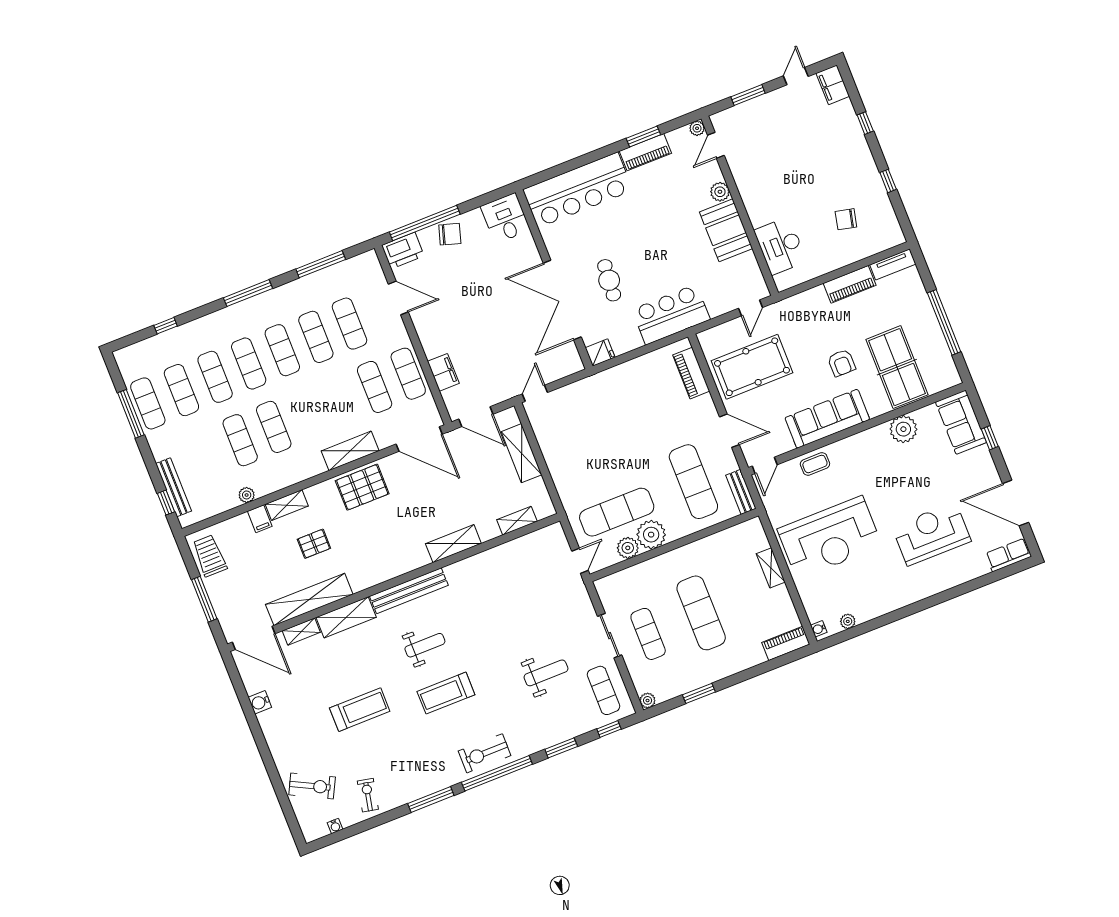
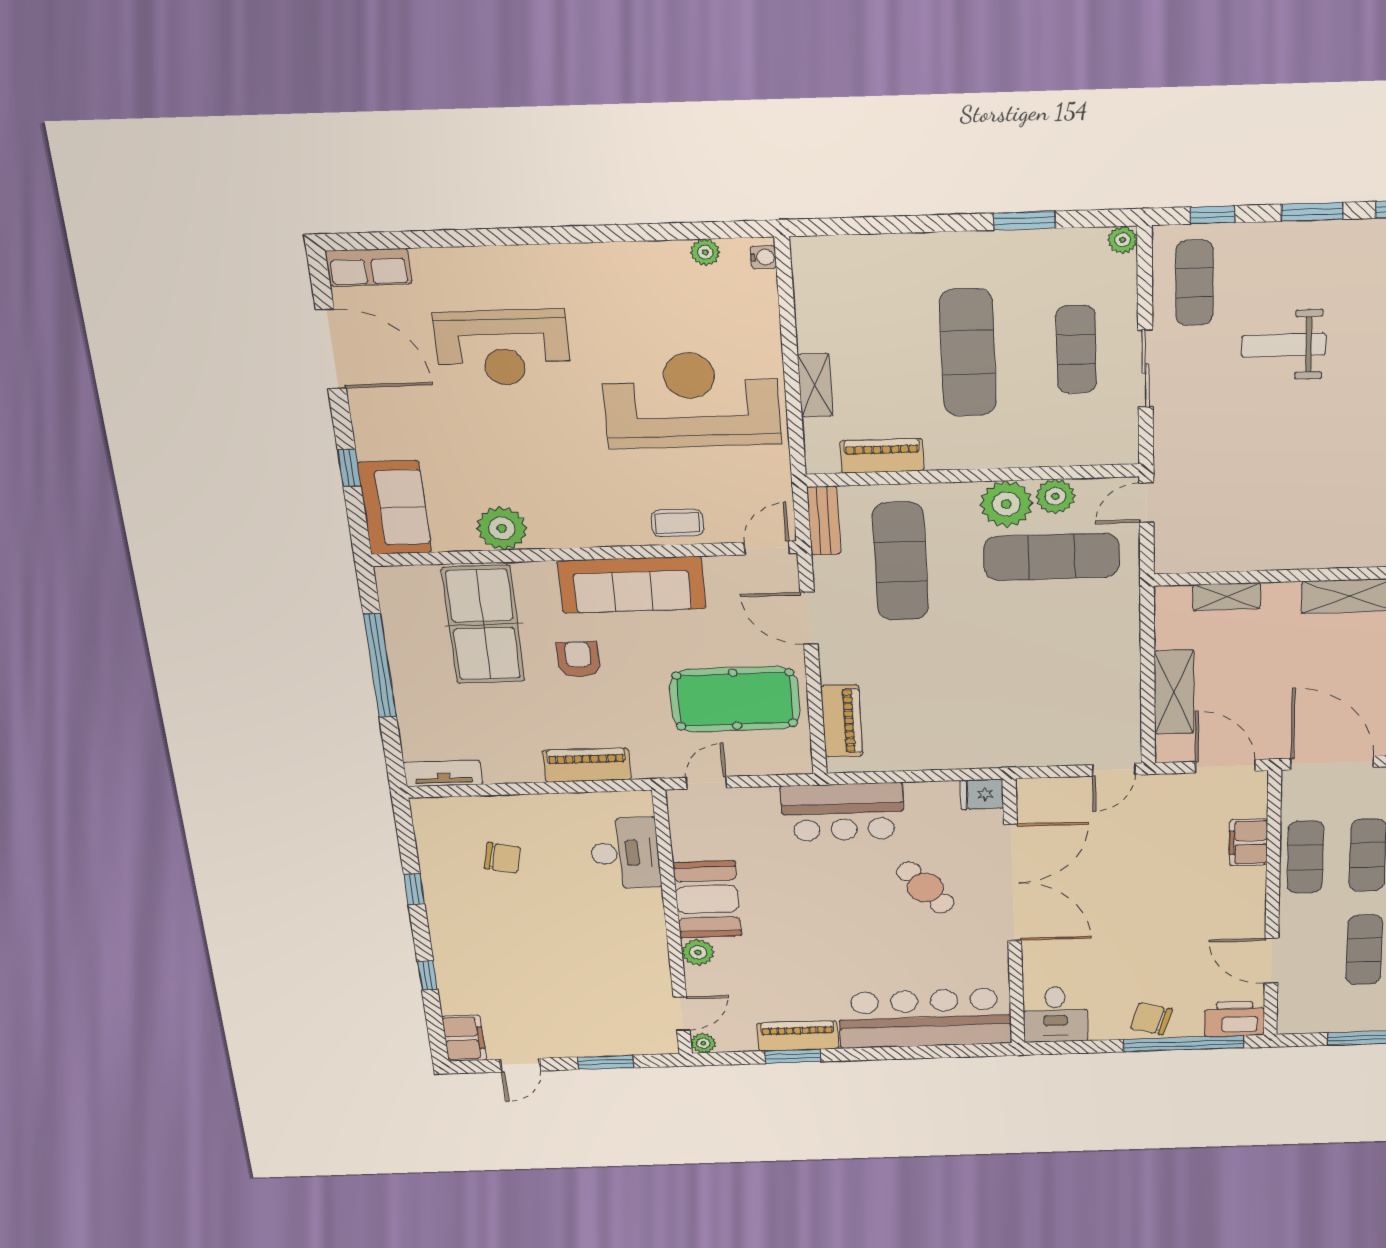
cafe table: (609, 280) -> (925, 887), turned -43
piano: (850, 284) -> (587, 765), moved
piano: (786, 643) -> (882, 456), moved, turned 180

